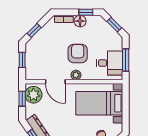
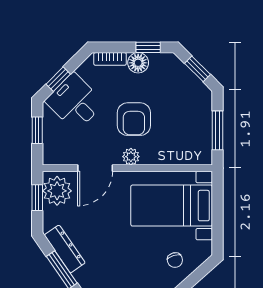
armchair: (78, 53) -> (134, 119), turned 180
desk: (110, 63) -> (75, 102), moved, turned -135
door: (55, 82) -> (95, 168), hinge flipped

